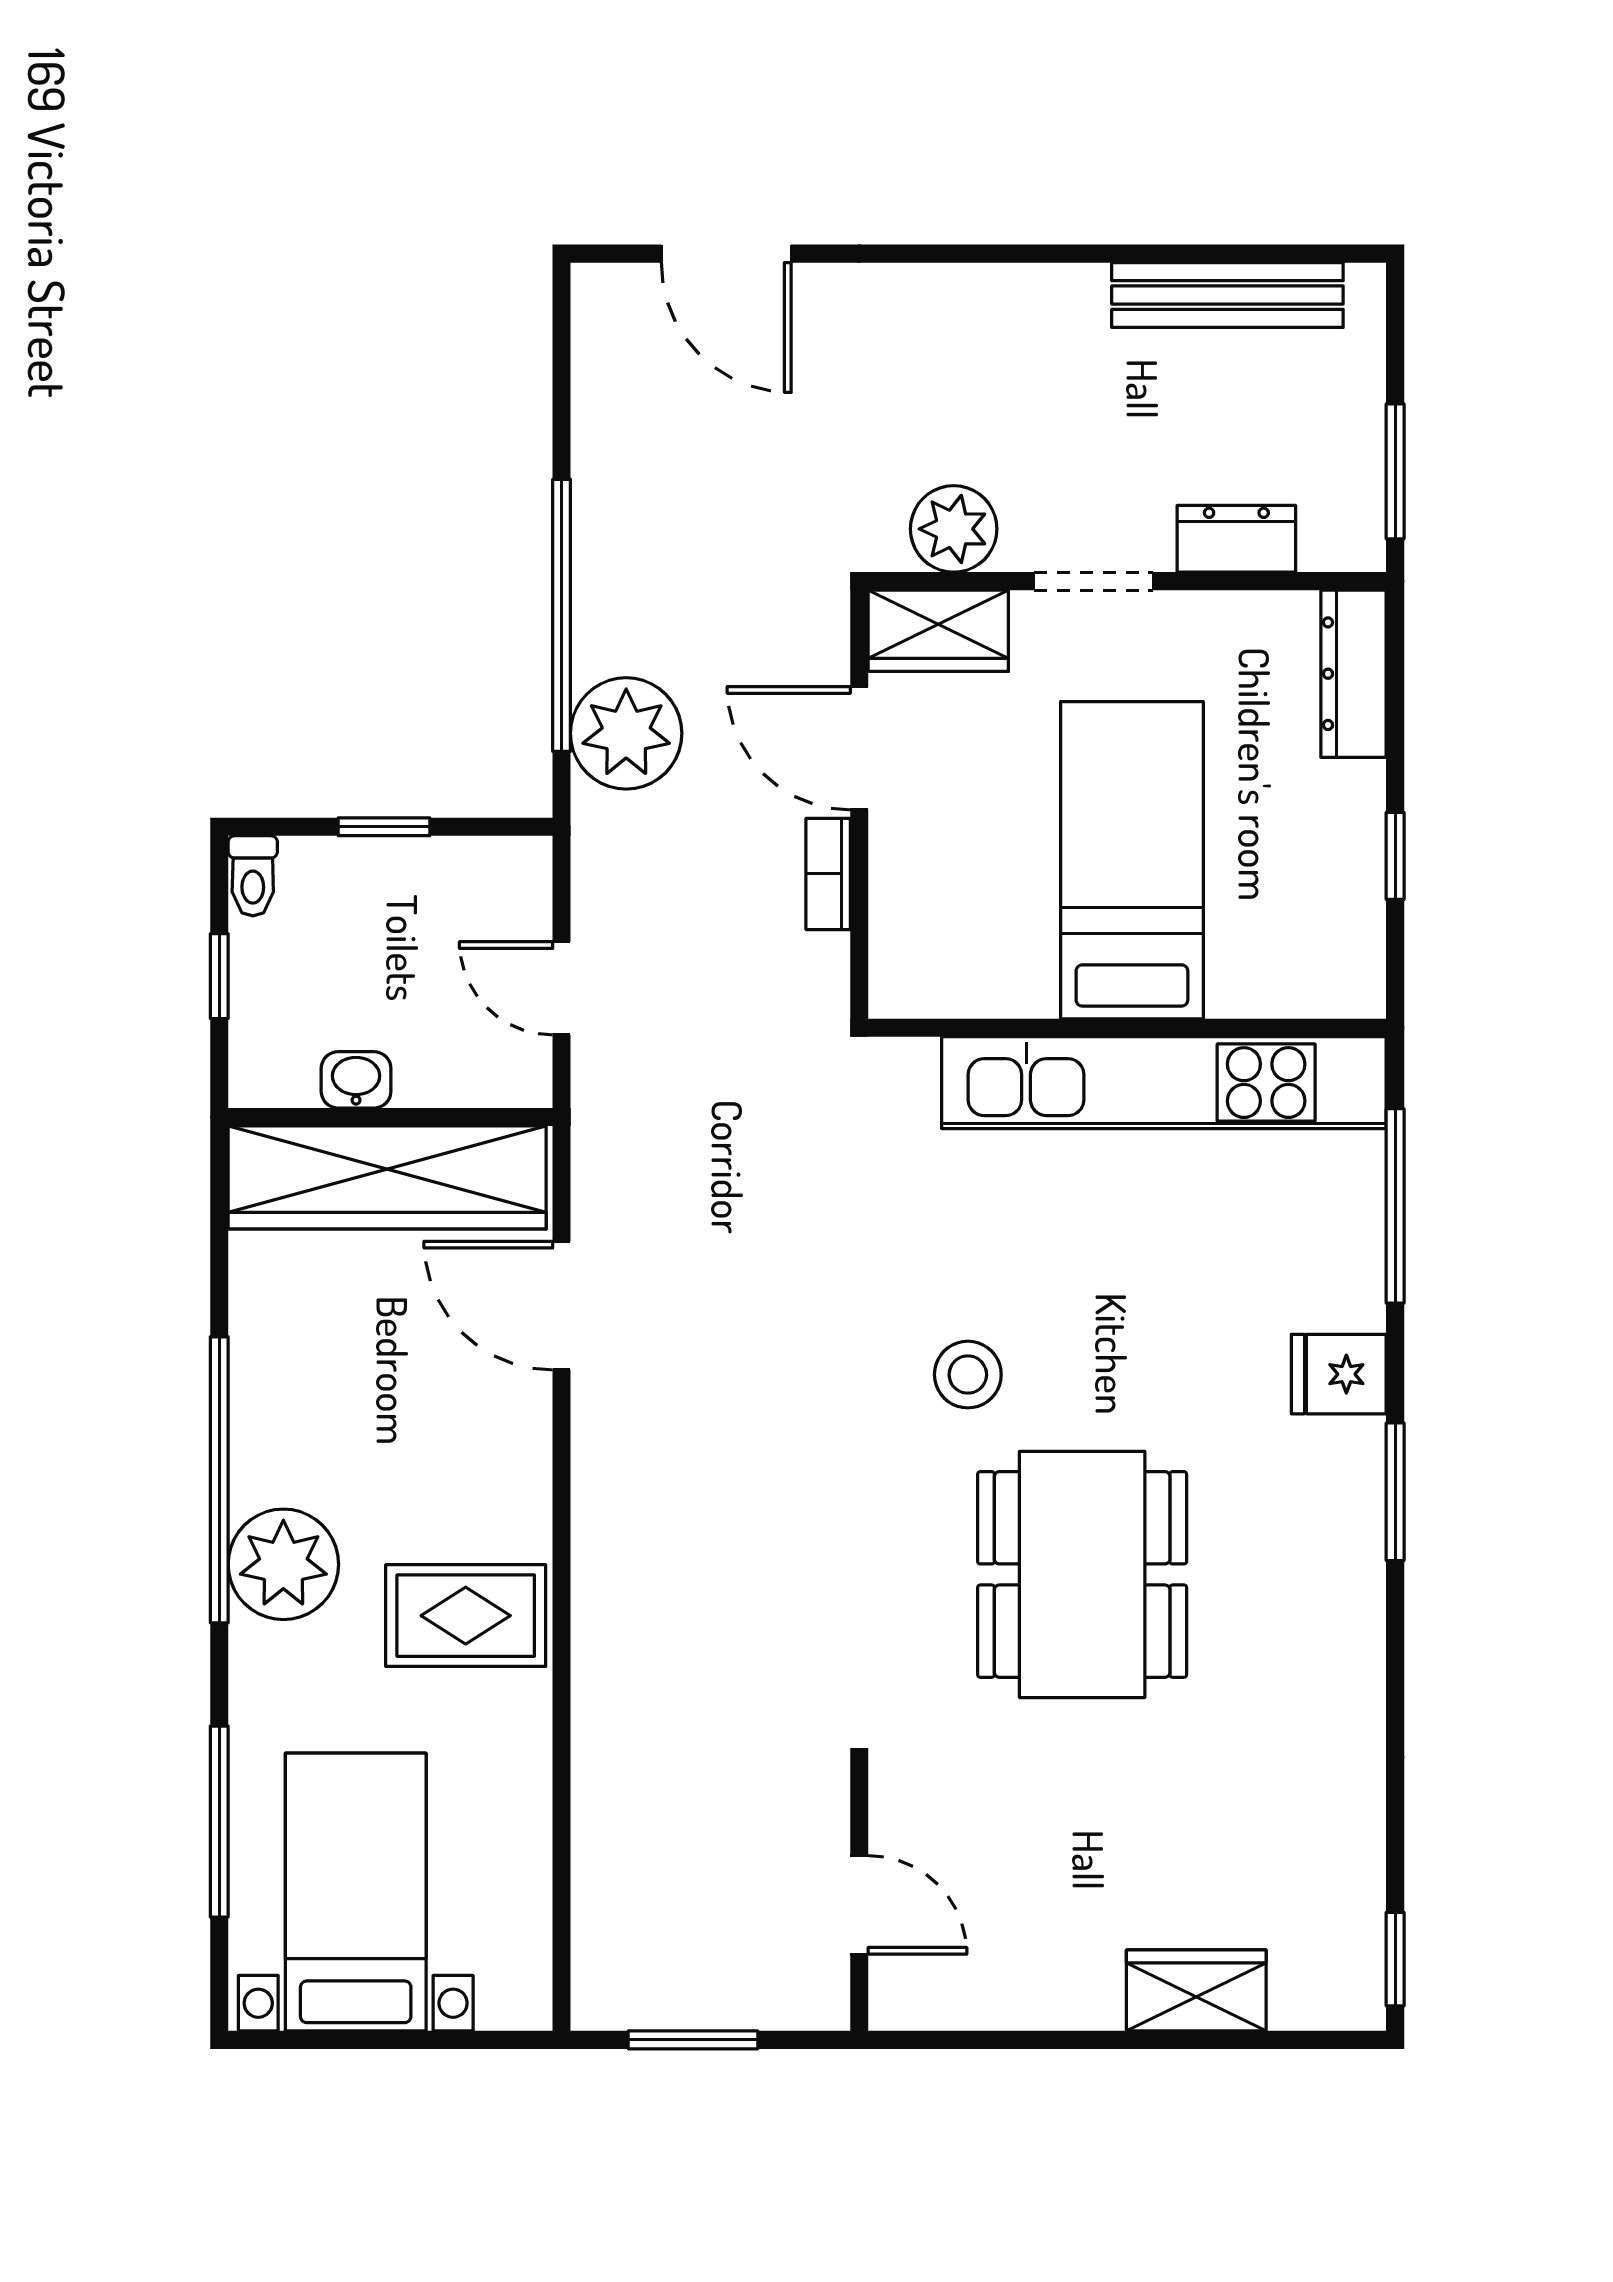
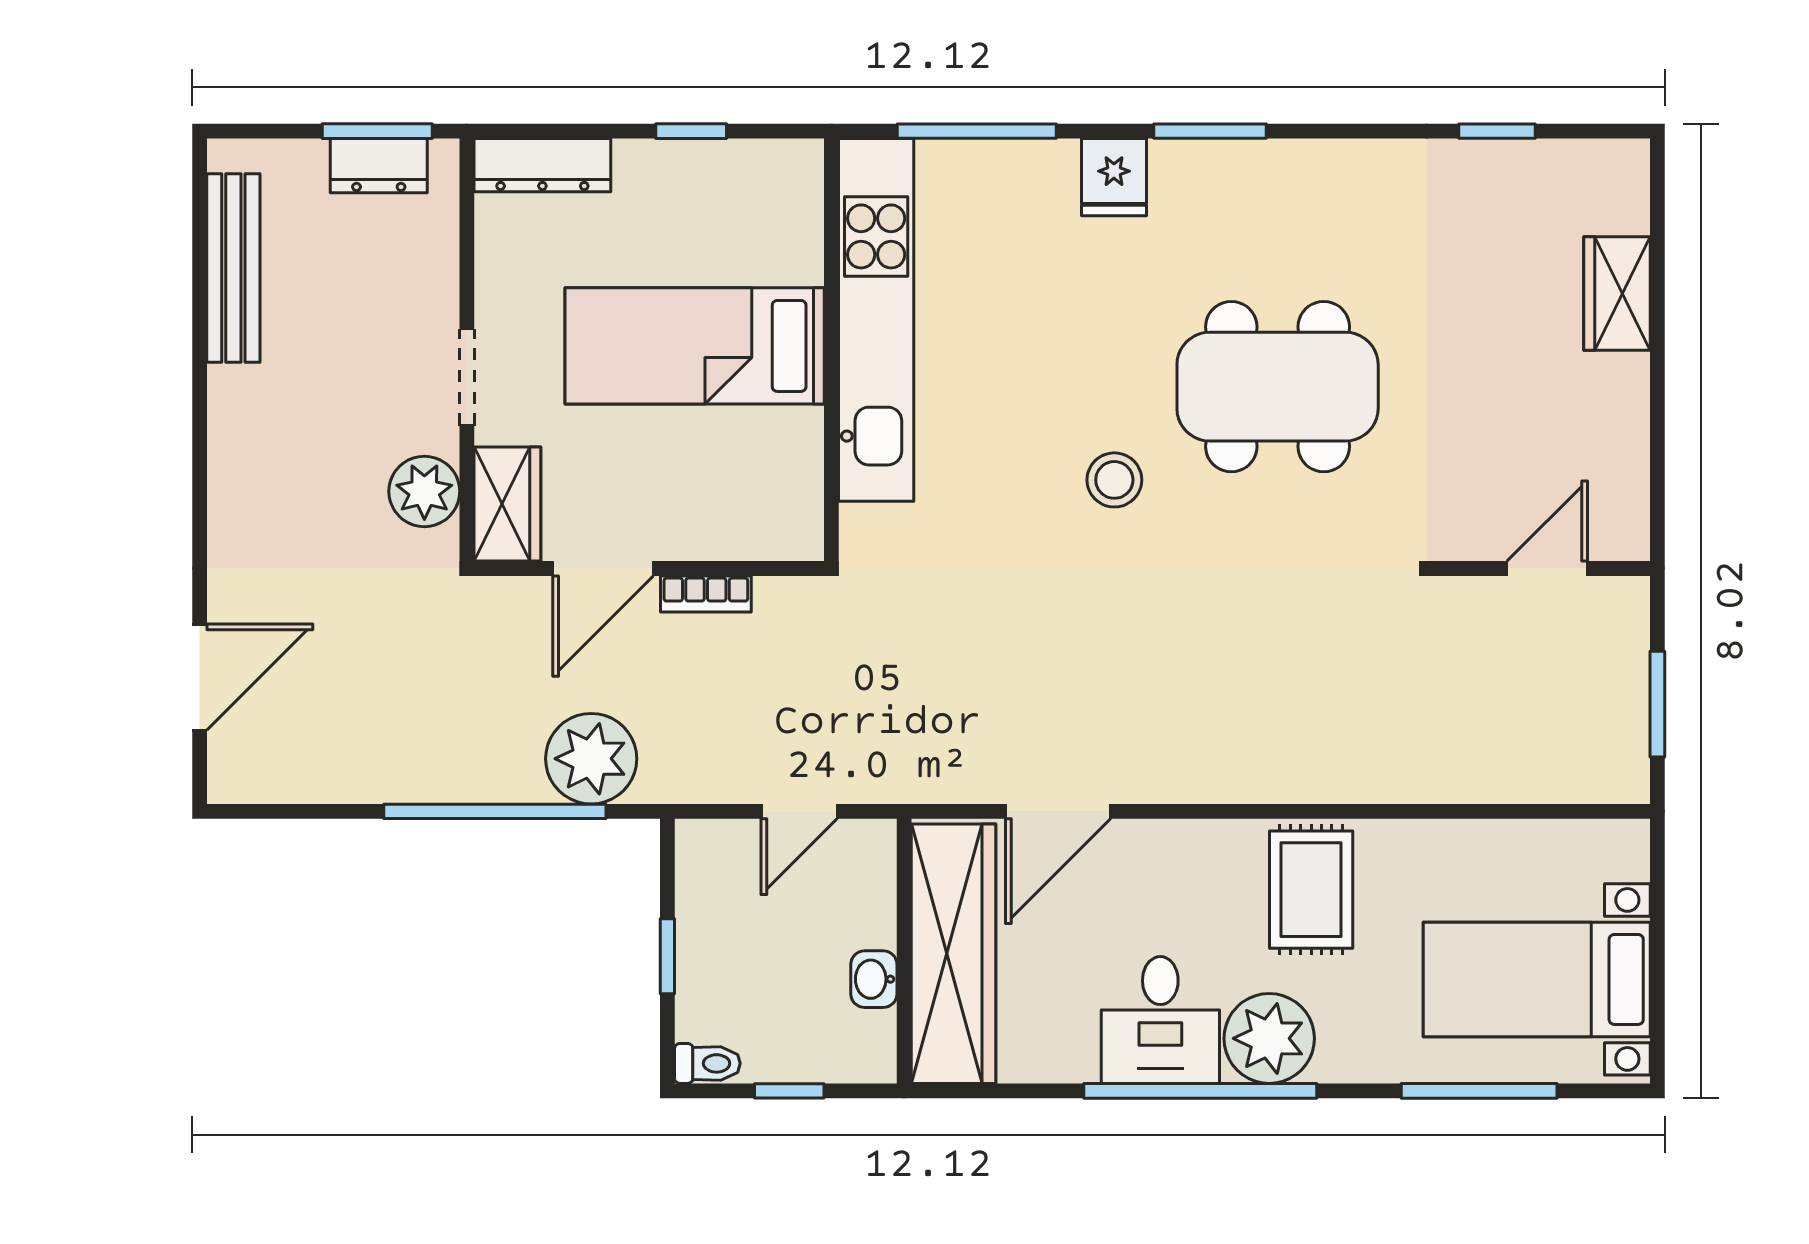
dresser: (1236, 539) -> (379, 166), moved, turned -90
desk: (306, 1431) -> (1160, 1020), added
window: (1395, 1959) -> (1497, 131), moved

